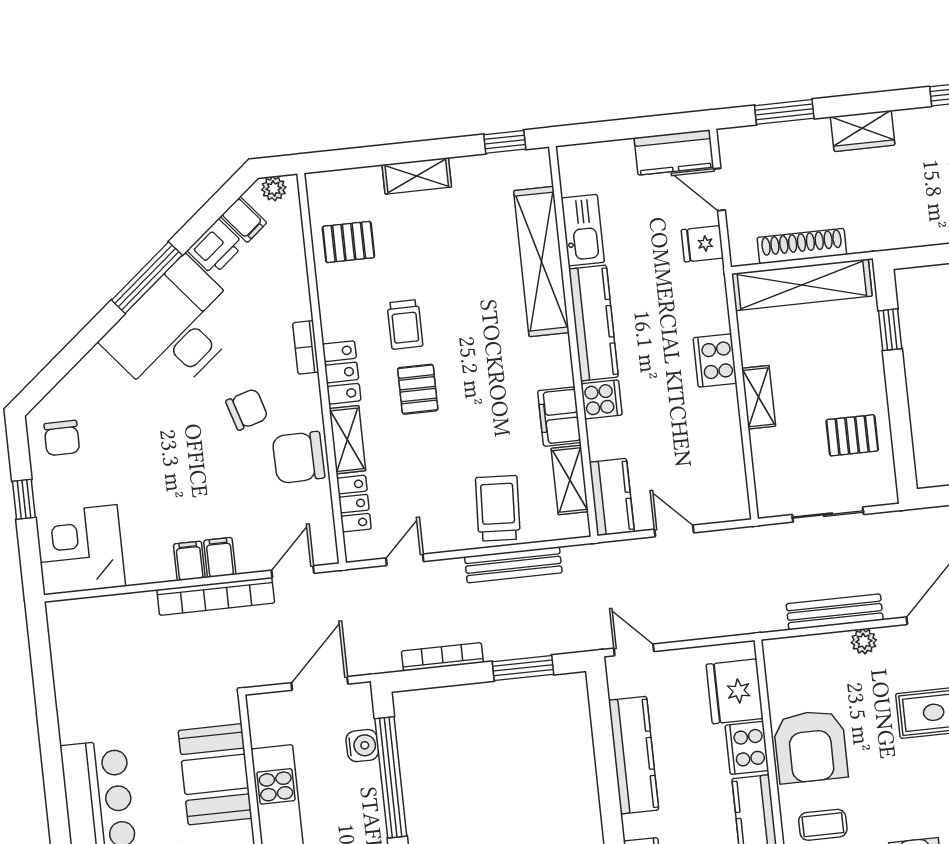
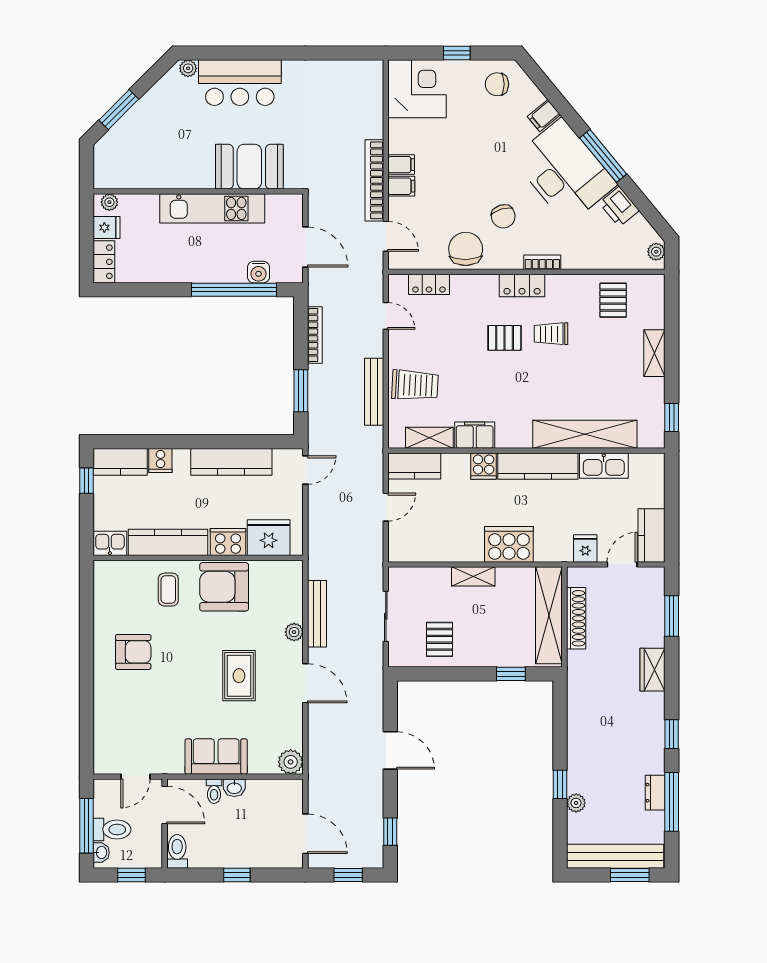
filing cabinet: (244, 220) -> (544, 116), moved
cooker: (715, 360) -> (509, 544), width x1.37, depth x1.31
shelving: (347, 440) -> (474, 285), removed

